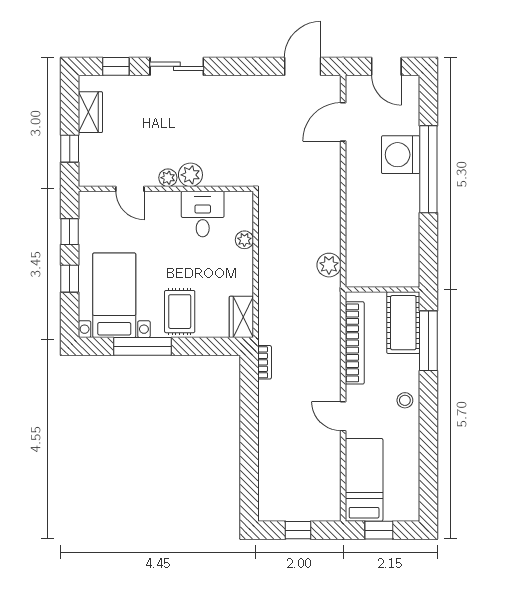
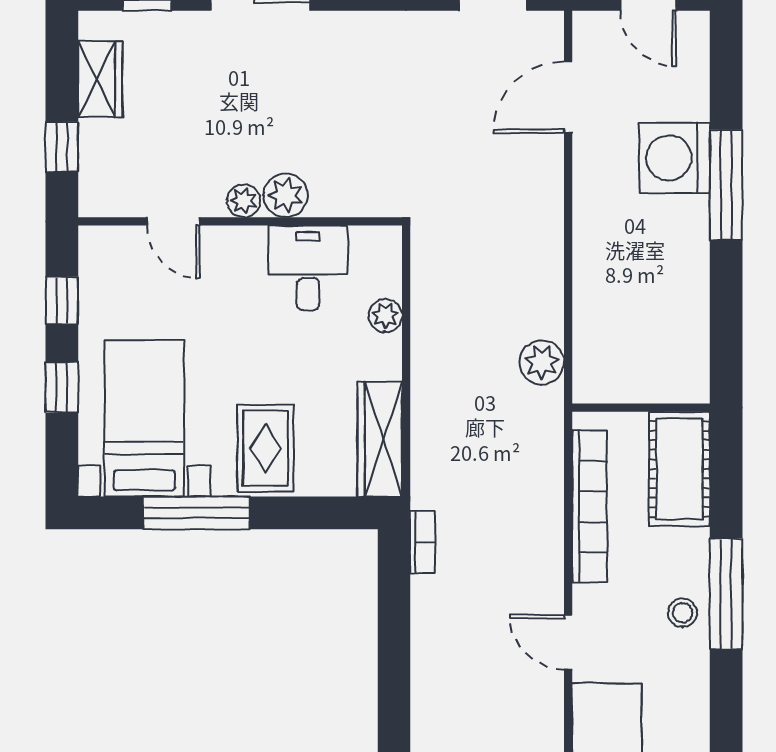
window: (428, 169) -> (726, 185), width x0.68
wardrobe: (241, 317) -> (380, 439), width x1.50
window: (428, 341) -> (726, 594), moved

